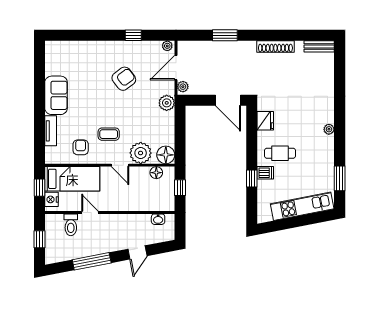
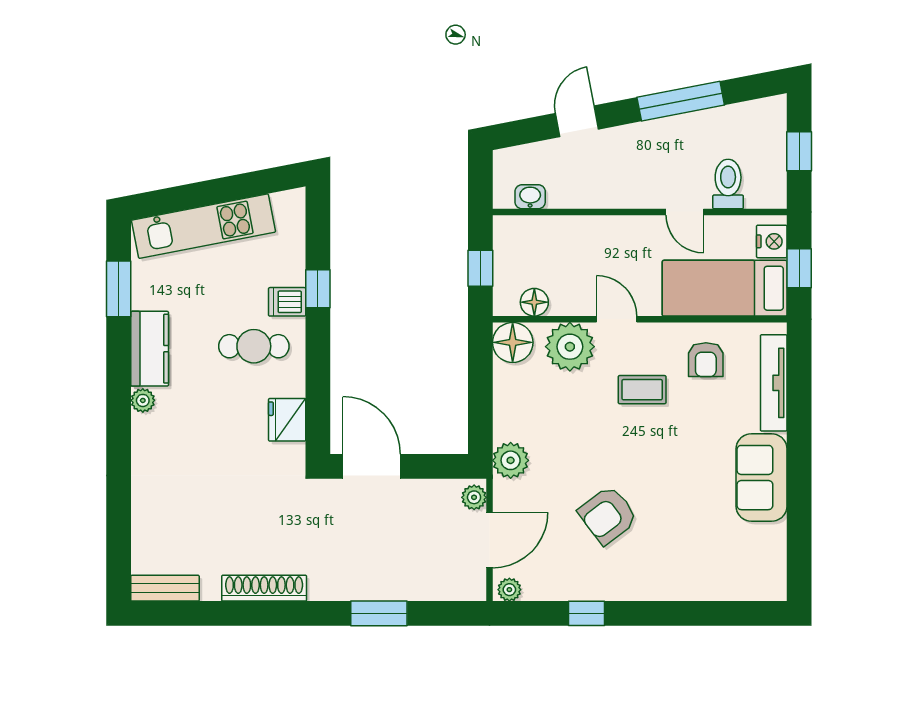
tv unit: (51, 131) -> (774, 383), width x1.41
kitchen counter: (326, 152) -> (150, 349), added

